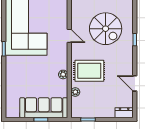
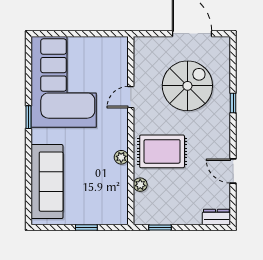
spiral stairs: (106, 29) -> (187, 86), turned -90
door: (69, 36) -> (131, 97), swing flipped
sofa: (44, 108) -> (47, 182), moved, turned 90

